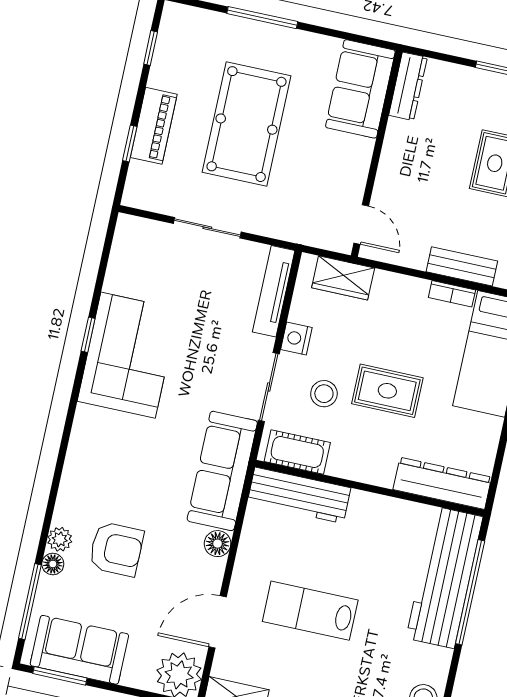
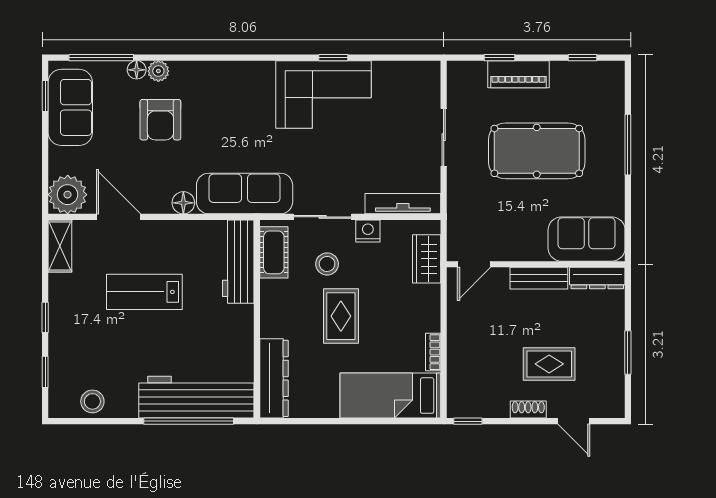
bench: (462, 266) -> (539, 278), moved, turned 90
lab bench: (310, 611) -> (144, 292), turned -90
window: (60, 676) -> (45, 96), width x0.67

